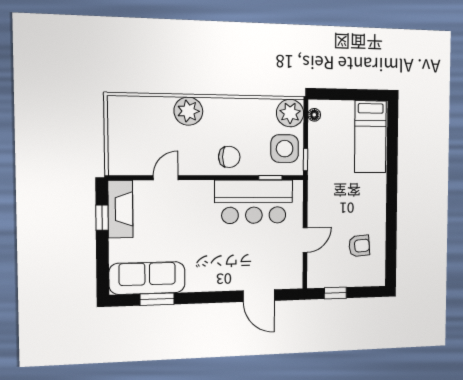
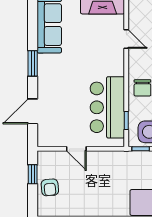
armchair: (359, 246) -> (50, 187), moved
window: (157, 299) -> (33, 63), moved

